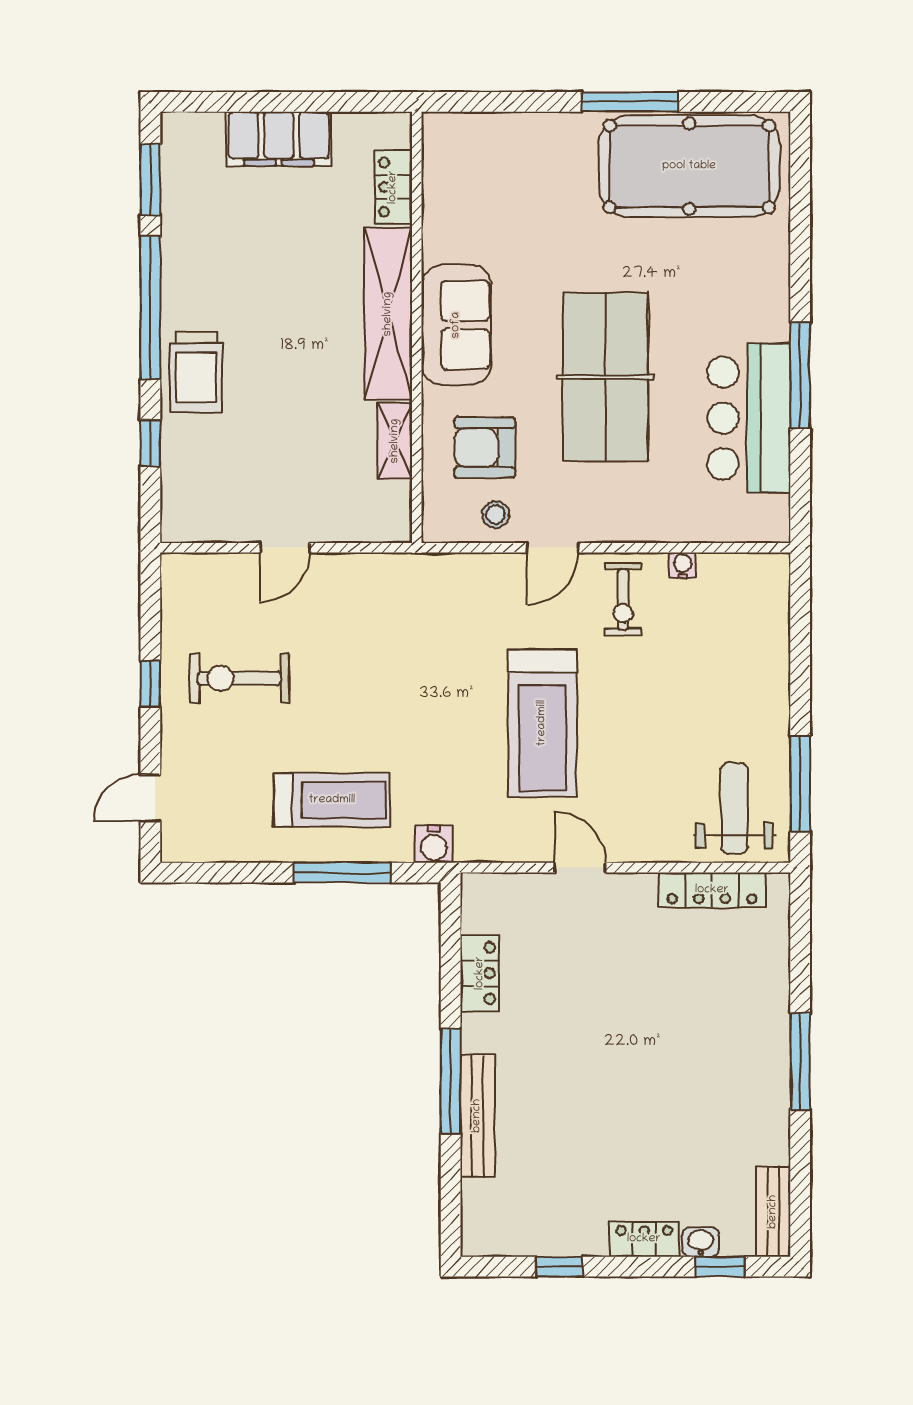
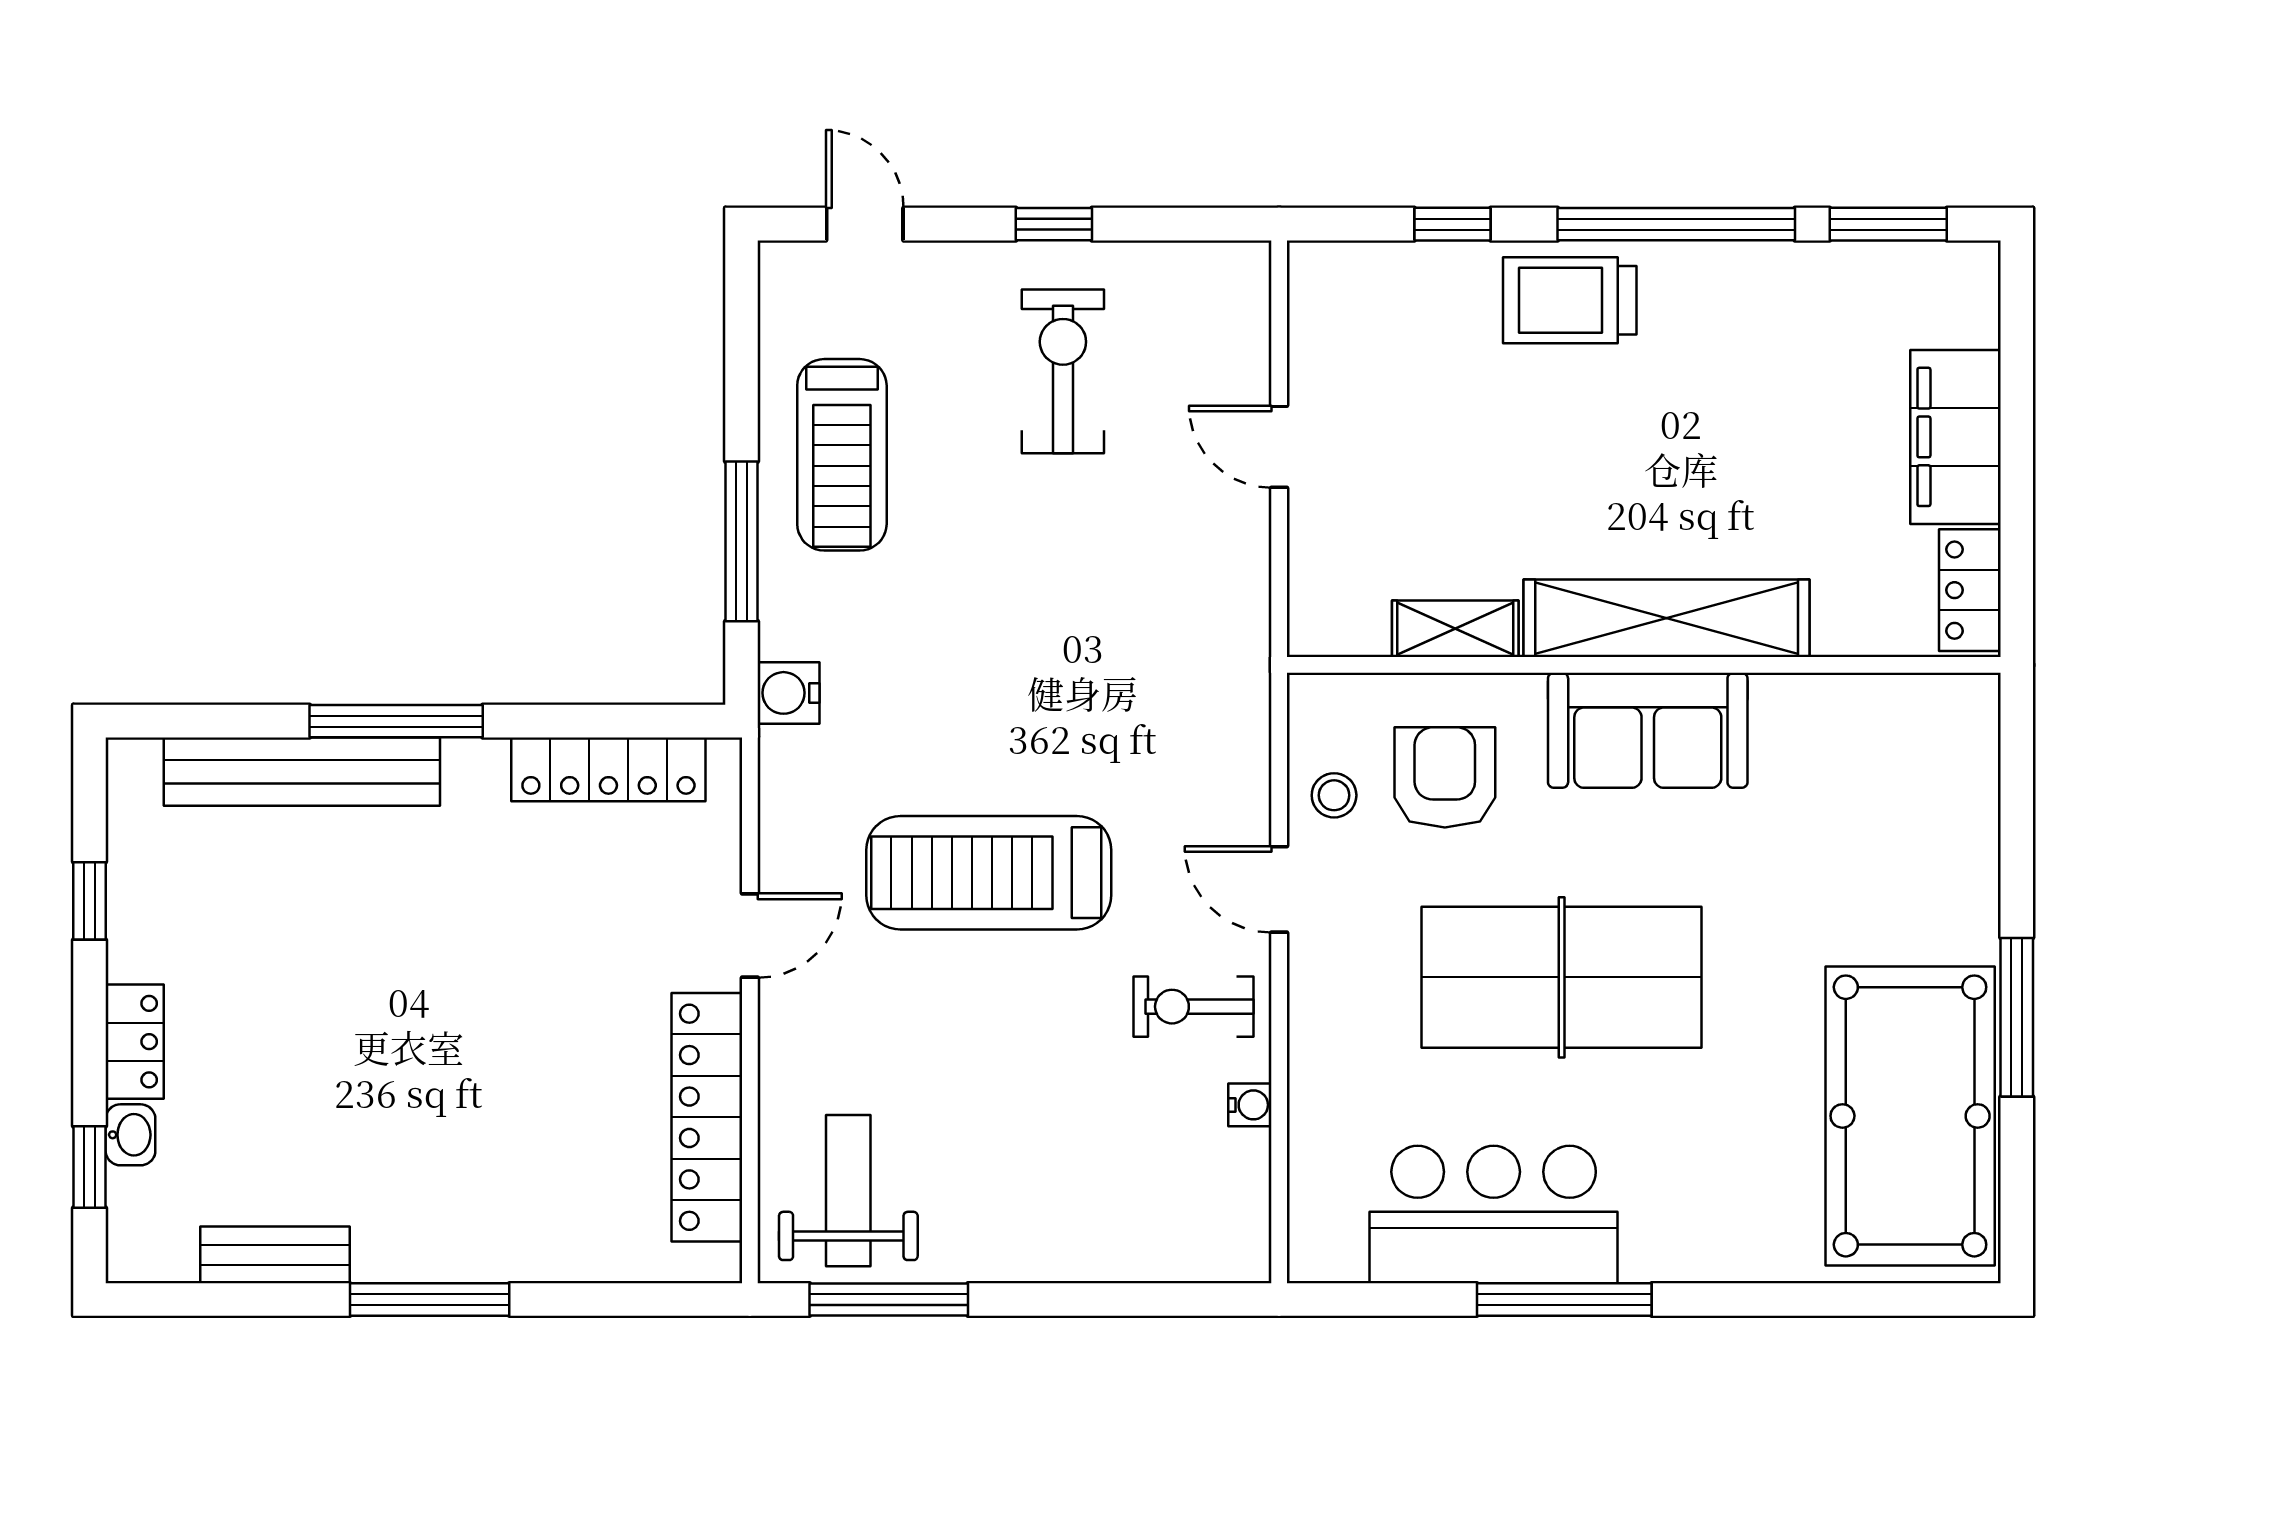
locker: (393, 187) -> (1970, 590), moved, turned -90
treadmill: (332, 800) -> (842, 455), moved
weight bench: (734, 808) -> (848, 1191), turned -90
locker: (712, 890) -> (707, 1117), width x1.41, depth x1.21
locker: (480, 973) -> (608, 769), width x1.53
bench: (477, 1116) -> (302, 772), width x1.37, depth x1.21
bench: (773, 1212) -> (275, 1255), moved

